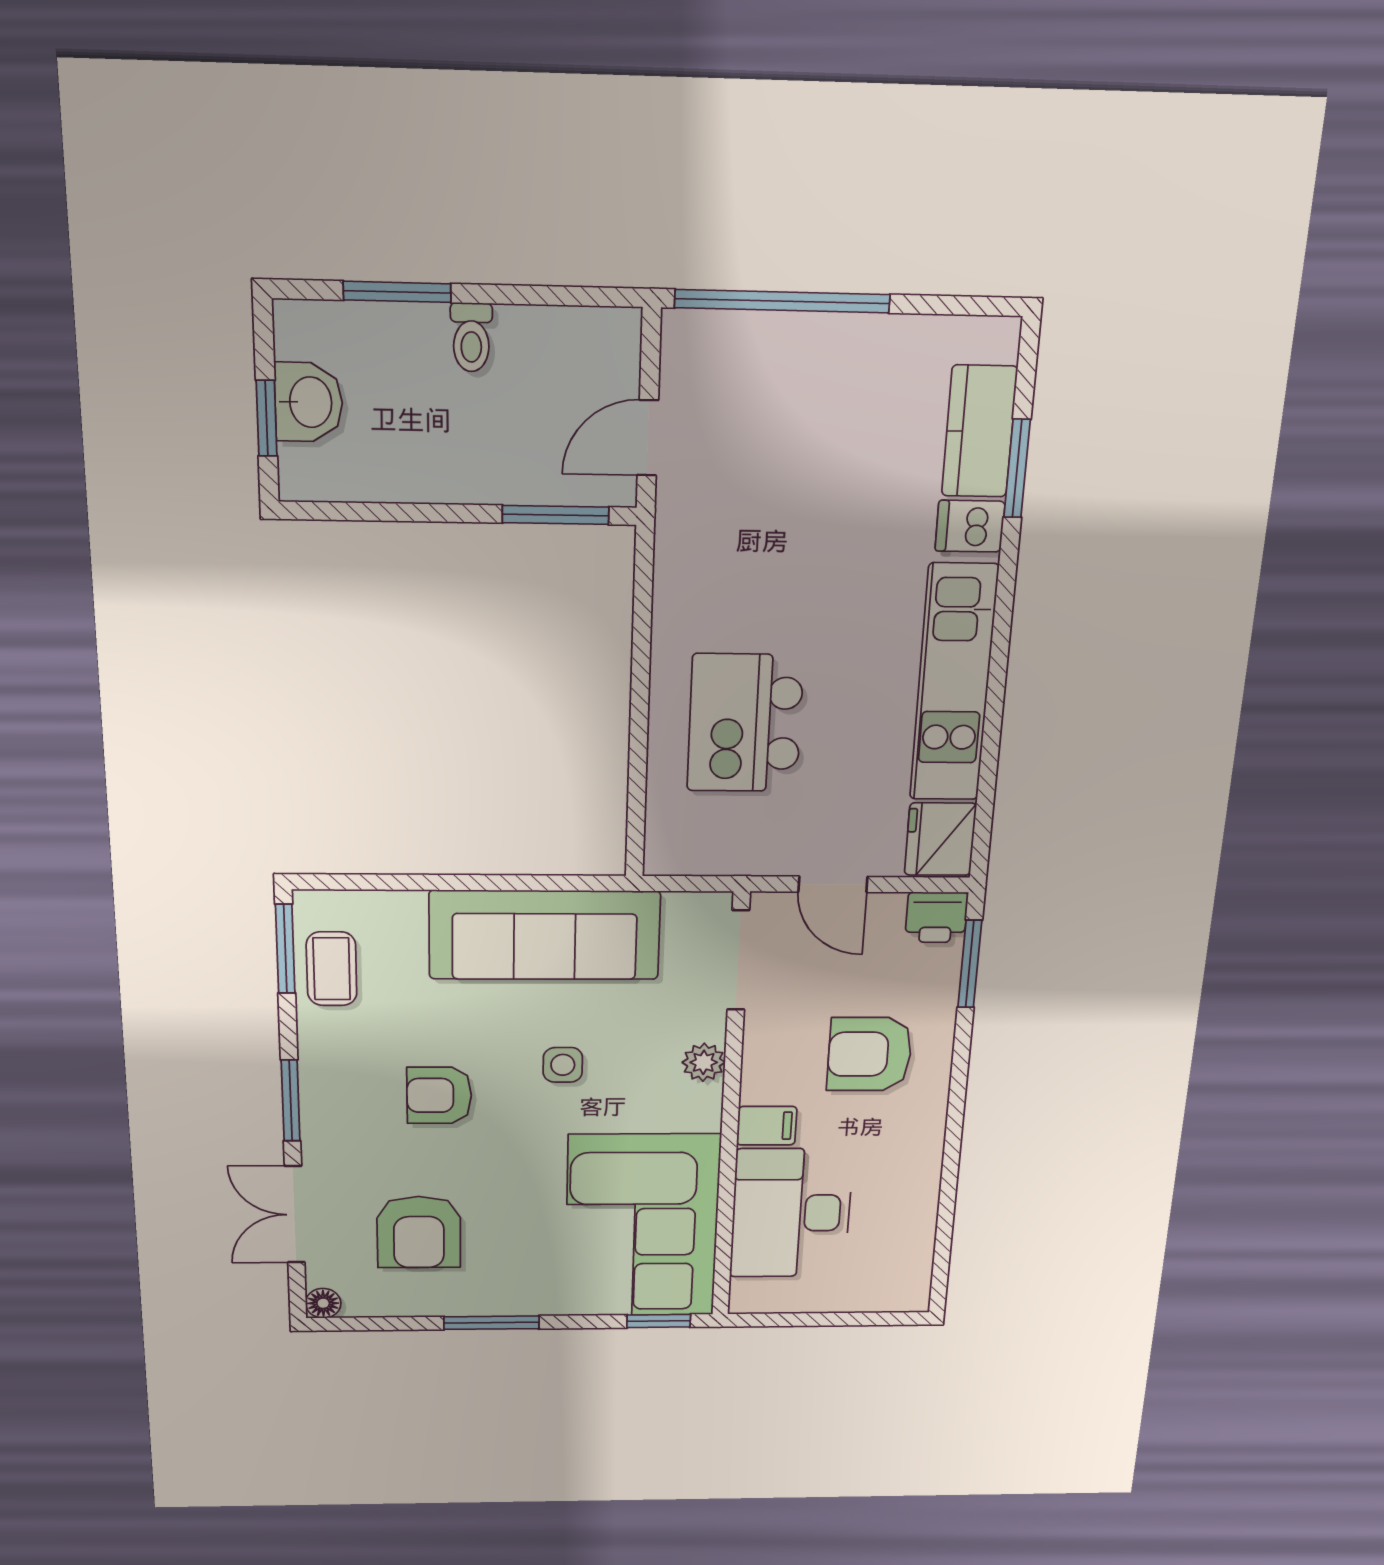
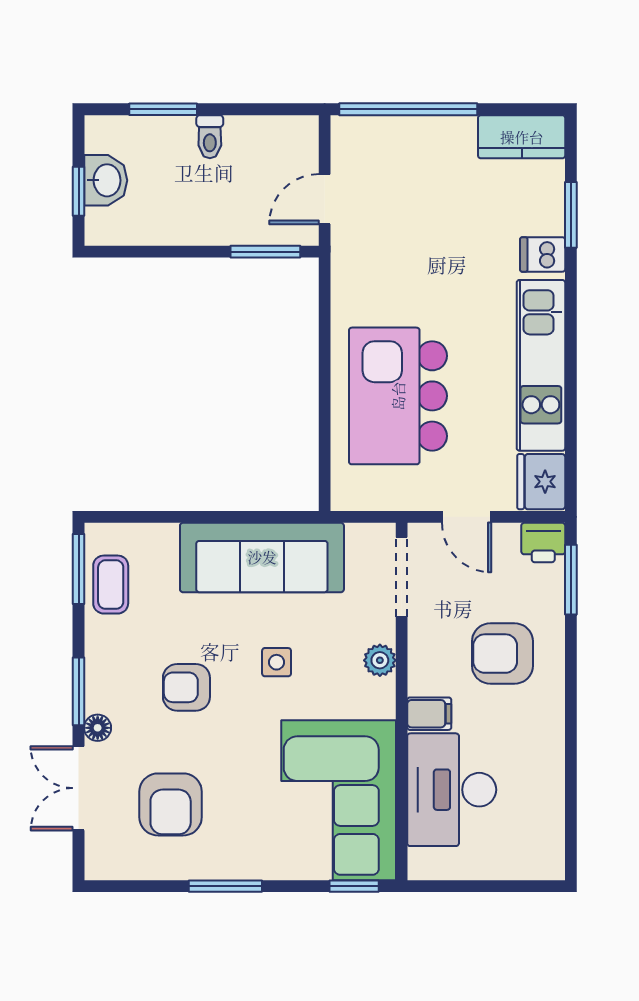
kitchen counter: (979, 431) -> (522, 137), moved, turned -90
kitchen island: (745, 723) -> (398, 396), width x1.37, depth x1.28
floor lamp: (323, 1303) -> (98, 728), moved

